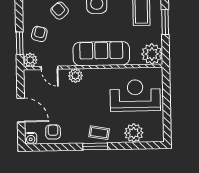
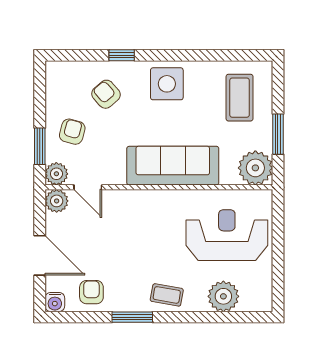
window: (165, 22) -> (278, 134), moved
plant: (75, 76) -> (57, 201), moved
window: (95, 146) -> (132, 317), moved

